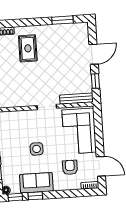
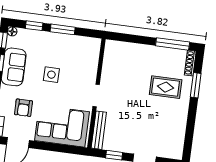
window: (63, 20) -> (196, 85), moved
armchair: (70, 167) -> (23, 108), turned 90

